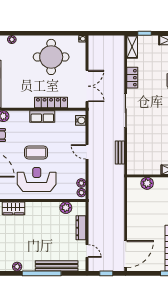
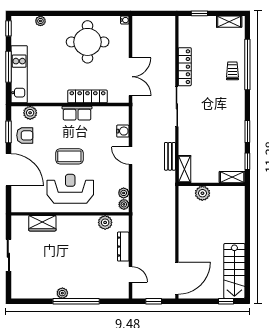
shelving: (132, 47) -> (185, 169), moved
locker: (132, 78) -> (185, 67), width x1.53
water cooler: (81, 120) -> (123, 131), moved
bench: (57, 266) -> (94, 292), removed
plant: (17, 267) -> (62, 293), moved

